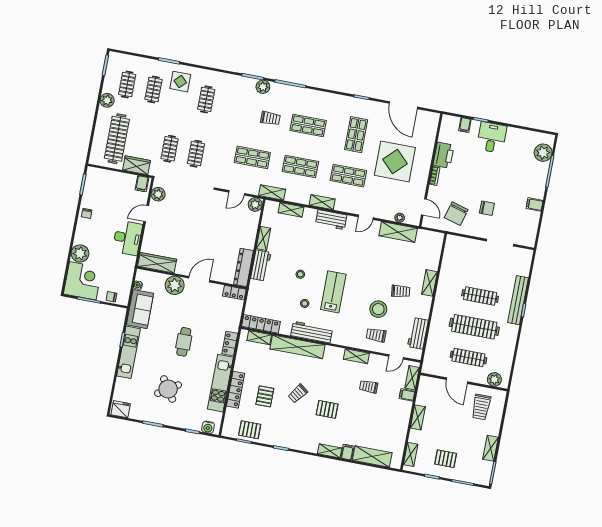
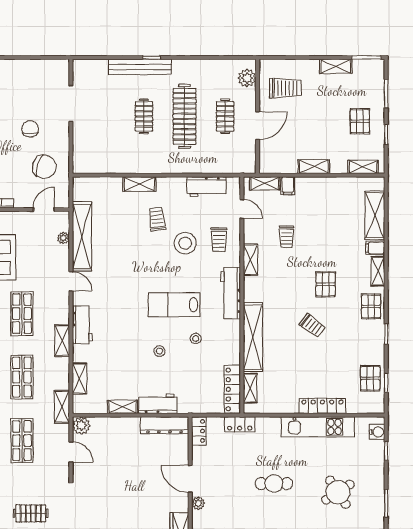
filing cabinet: (535, 204) -> (14, 69), removed
shelving: (398, 232) -> (82, 236), width x1.47
plant: (175, 285) -> (198, 503), width x0.53, depth x0.53
clothes rail: (480, 296) -> (144, 116), width x0.73
workbench: (312, 332) -> (231, 293), moved
locker: (230, 344) -> (240, 424), moved
clothes rail: (468, 357) -> (225, 116), width x0.73
pallet: (265, 396) -> (371, 306), moved, turned 90

